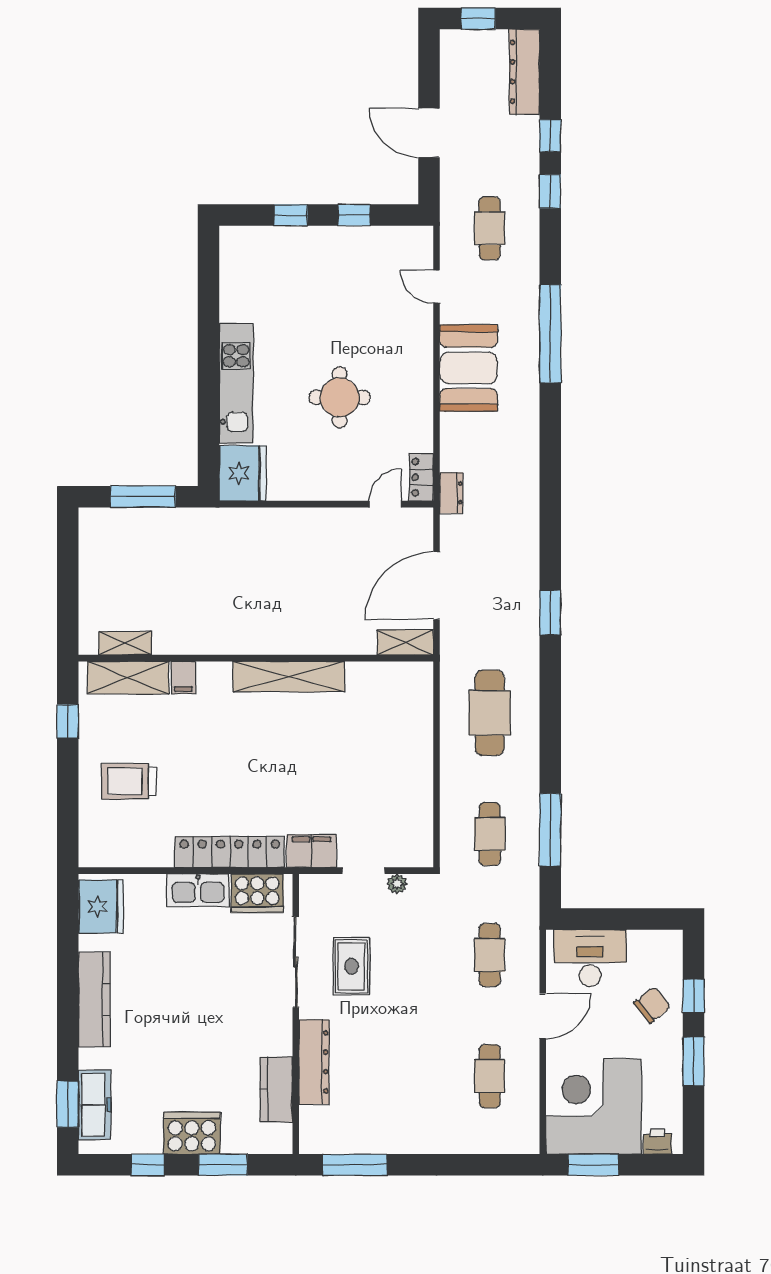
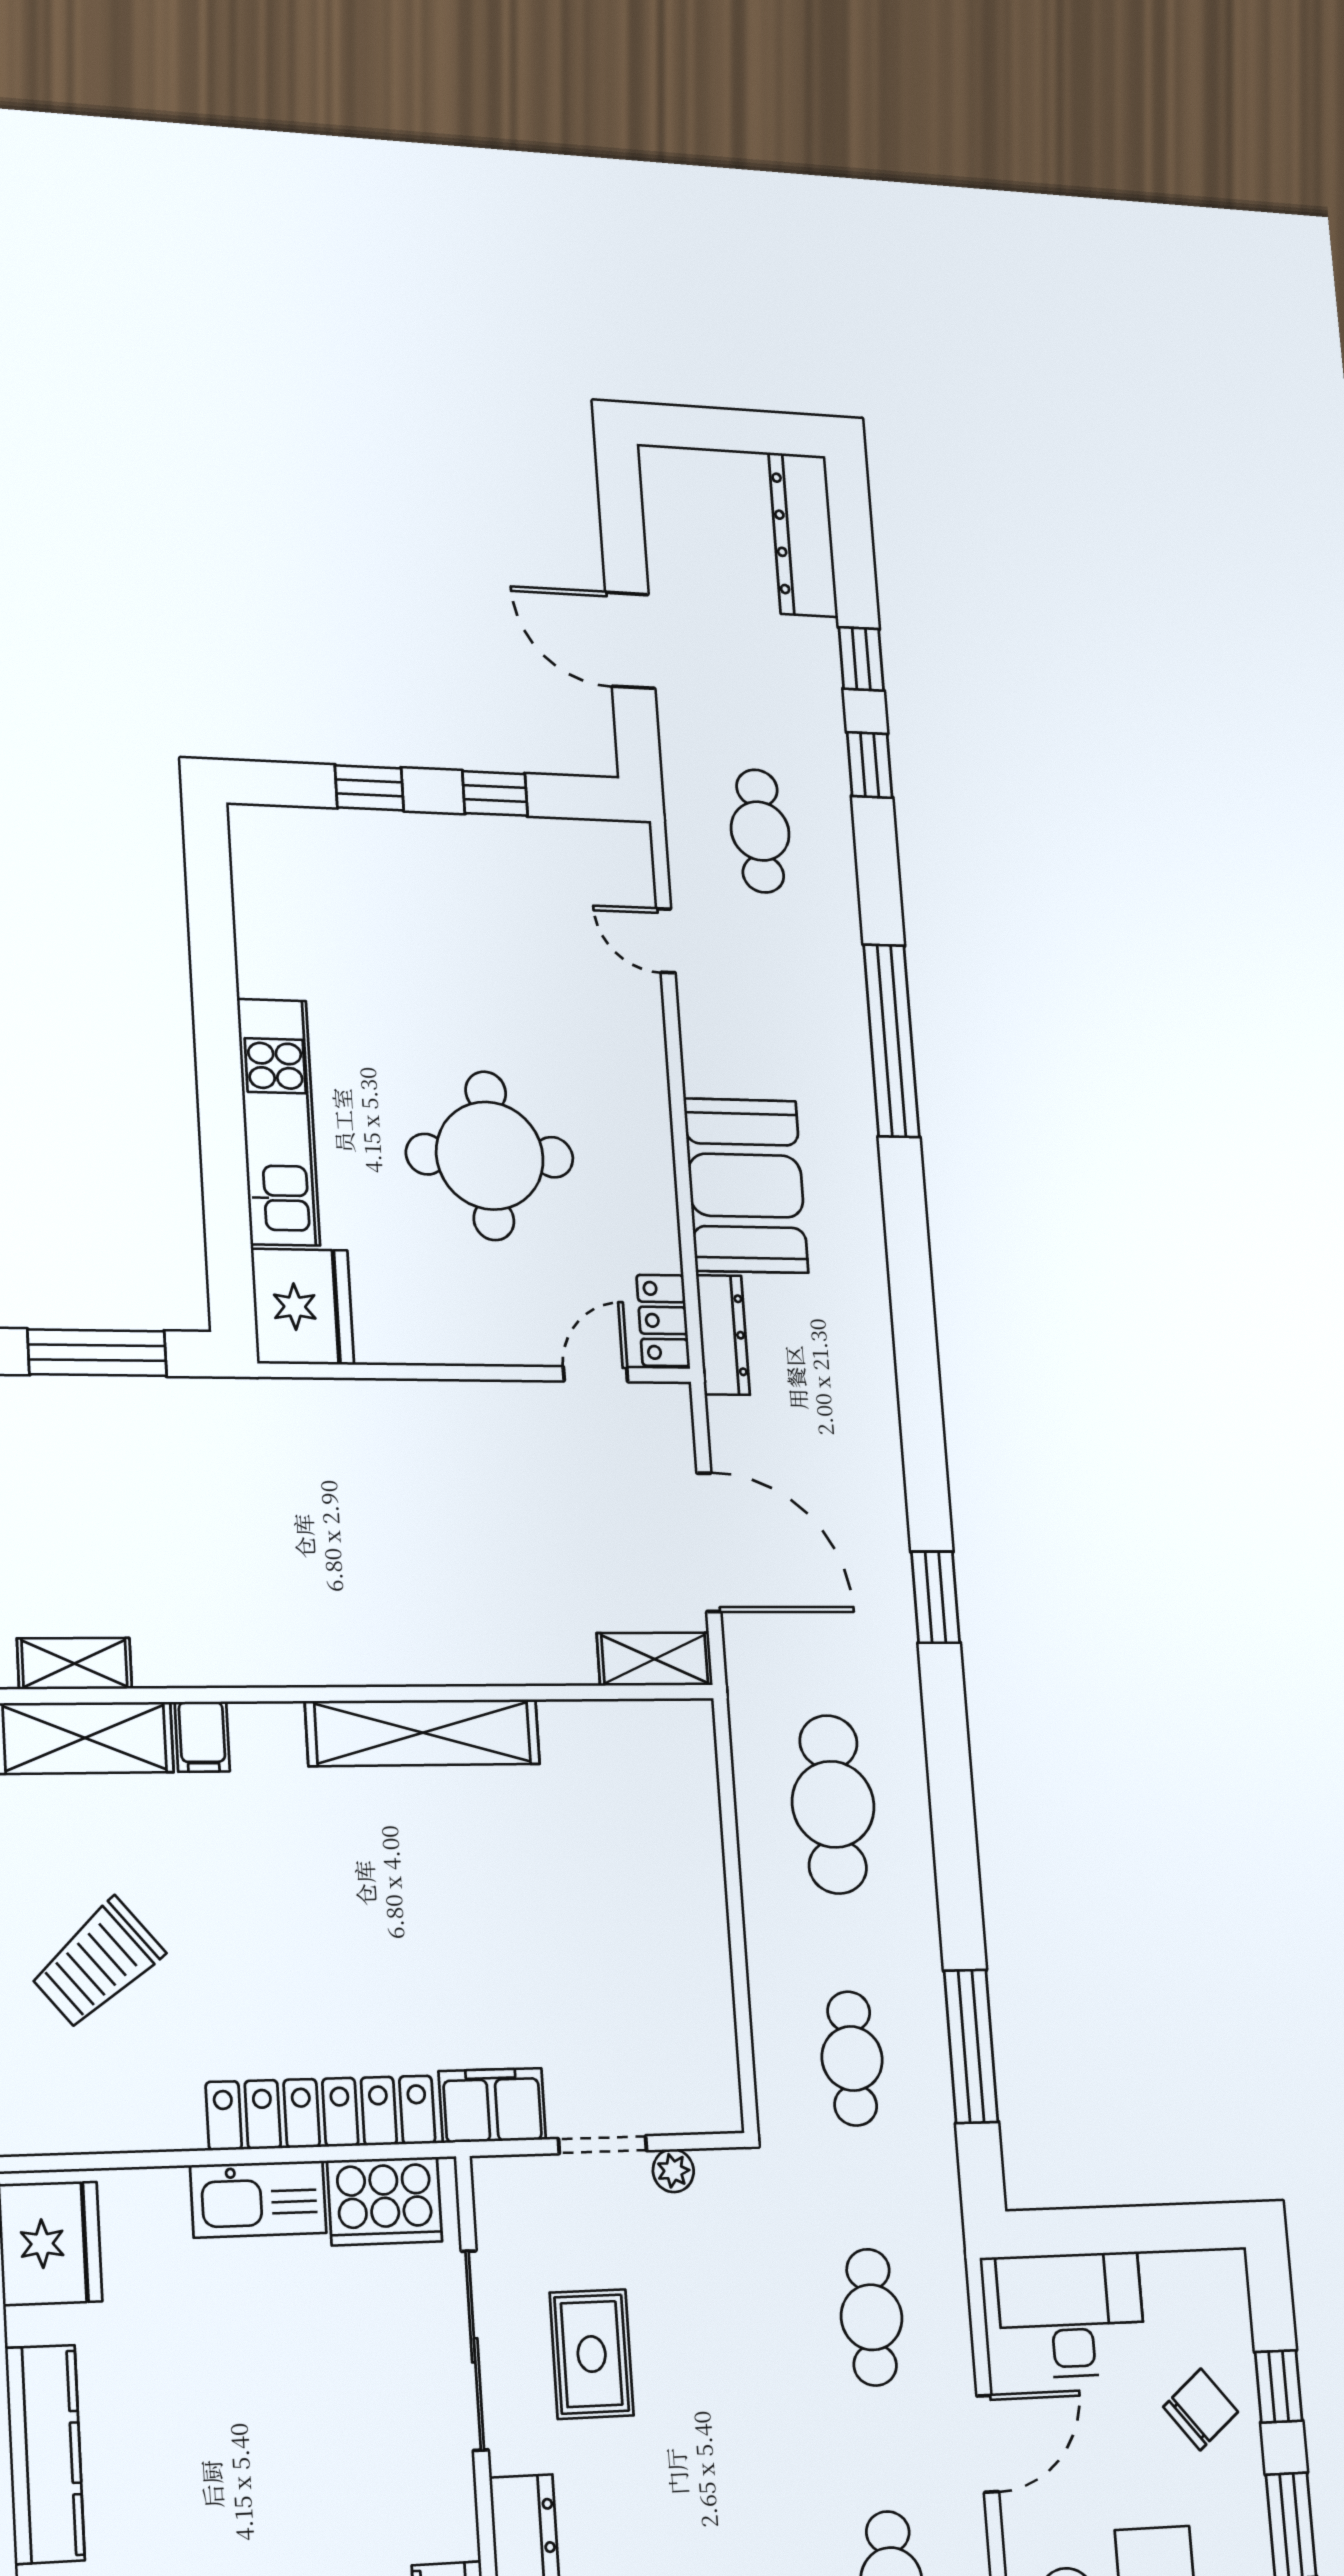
window: (478, 19) -> (708, 428), removed
booth: (469, 368) -> (746, 1186), moved
round table: (340, 397) -> (490, 1156), width x1.36, depth x1.36
dresser: (451, 493) -> (723, 1335), width x1.44
door: (436, 586) -> (709, 1542), swing flipped
trolley: (129, 781) -> (97, 1964), turned -40

